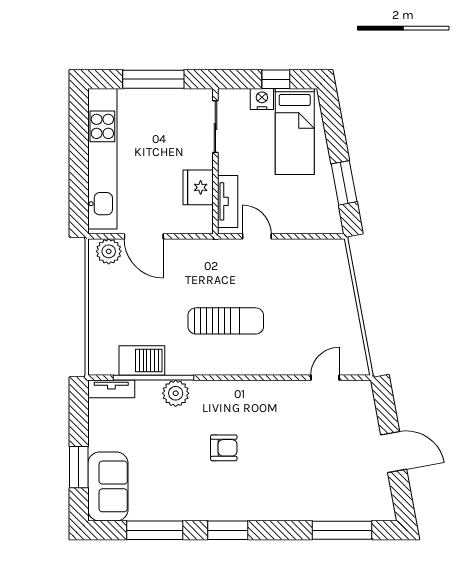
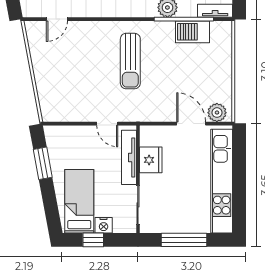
tv unit: (228, 201) -> (129, 157), width x1.41
sun lounger: (226, 321) -> (130, 61), turned -90

